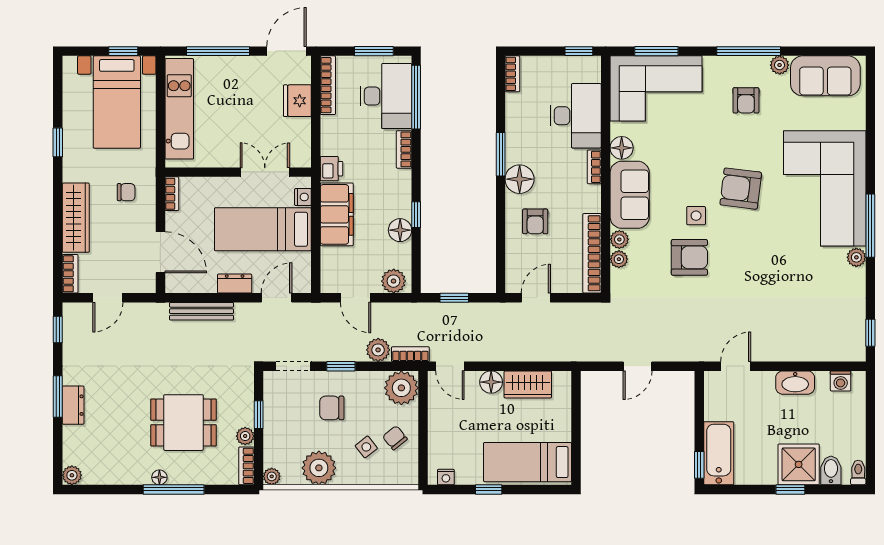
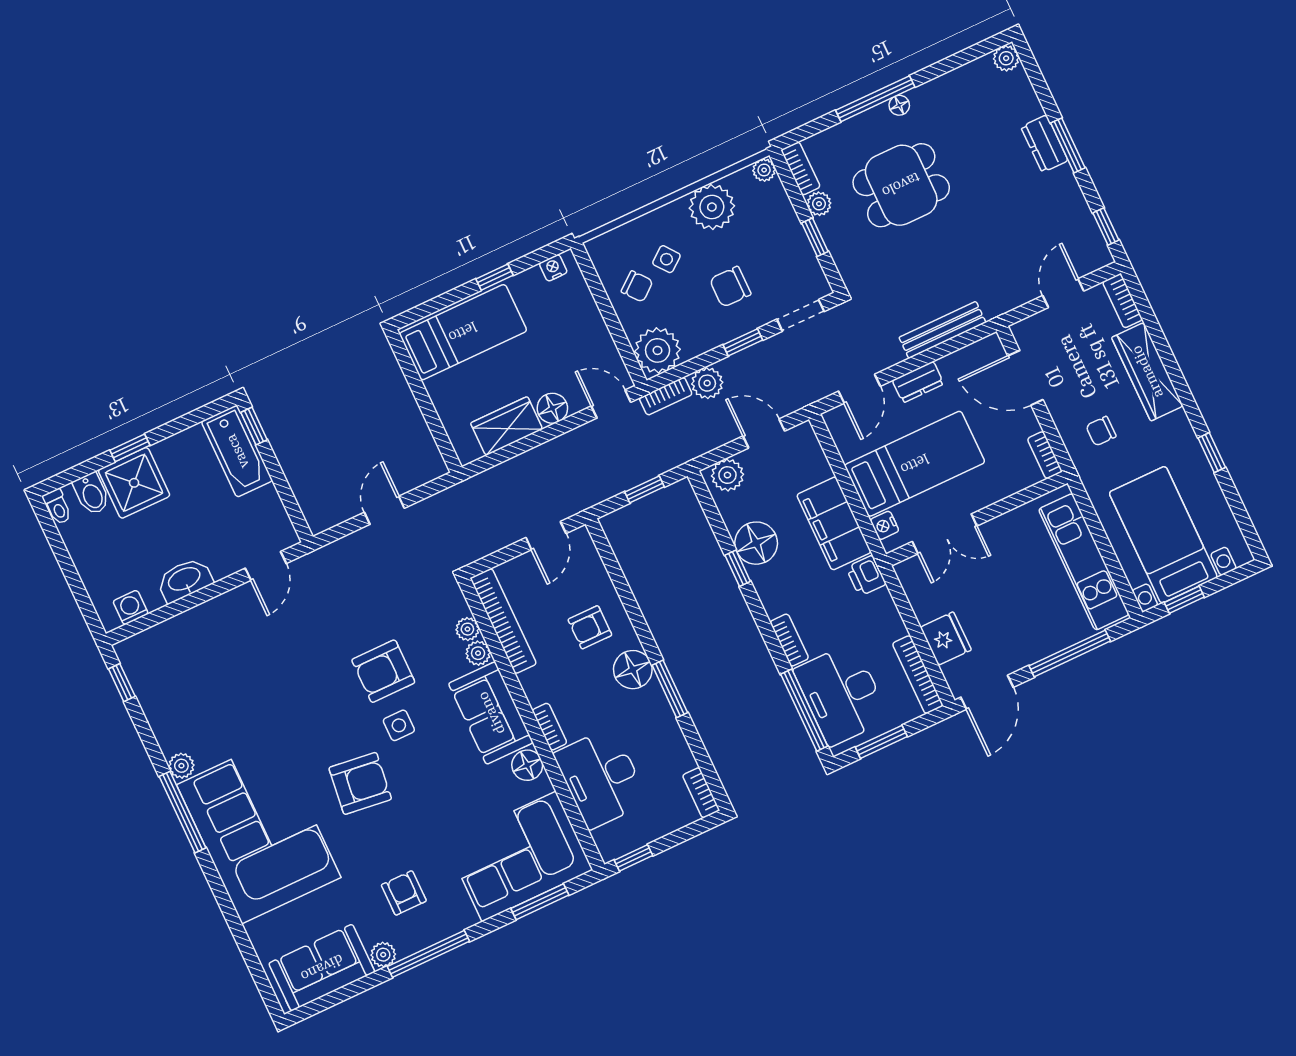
armchair: (535, 221) -> (590, 627), turned -90
floor lamp: (400, 230) -> (756, 543), width x1.38, depth x1.38
chair: (332, 408) -> (730, 287), turned 180

